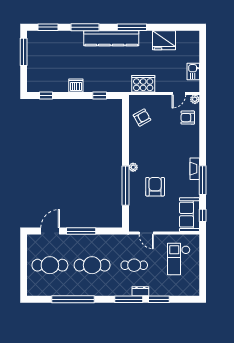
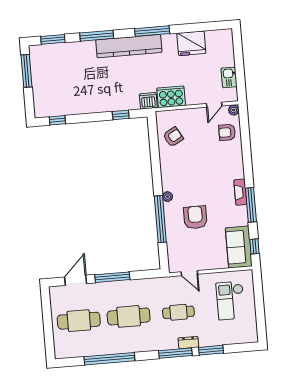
dishwasher: (76, 86) -> (148, 101), moved

